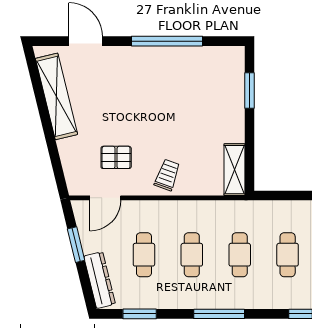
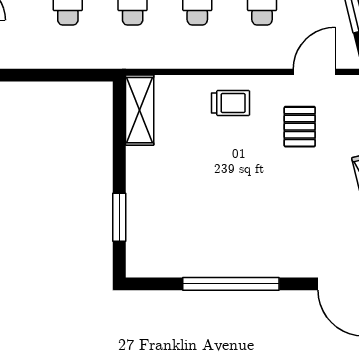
pallet: (116, 157) -> (300, 127), turned 90
trolley: (167, 175) -> (230, 103), turned -110

